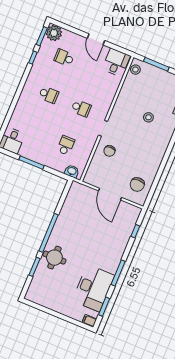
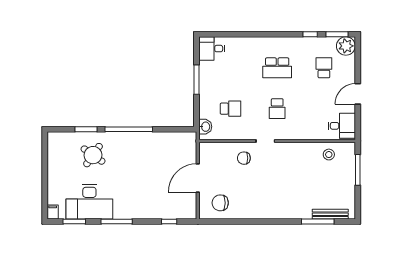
stool: (135, 70) -> (329, 155), moved
school desk: (49, 95) -> (277, 68), width x1.85
stool: (148, 117) -> (297, 185), removed
round table: (54, 258) -> (93, 155), moved, turned 35

